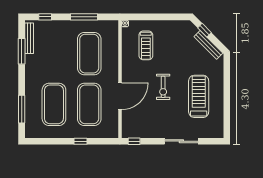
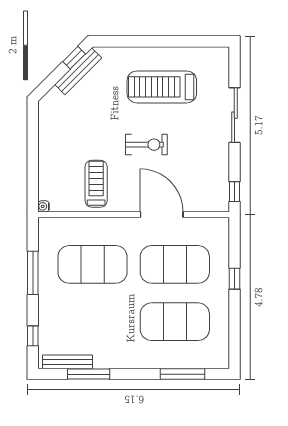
window: (205, 30) -> (74, 58), moved
treadmill: (146, 45) -> (96, 184), moved, turned -90

